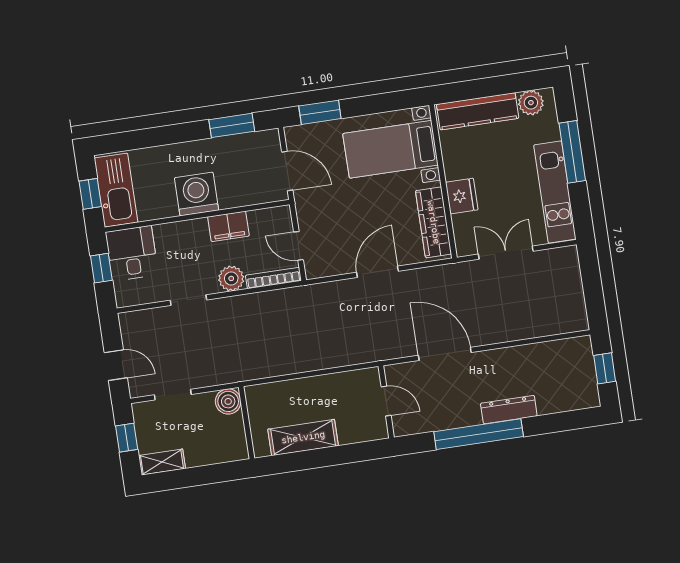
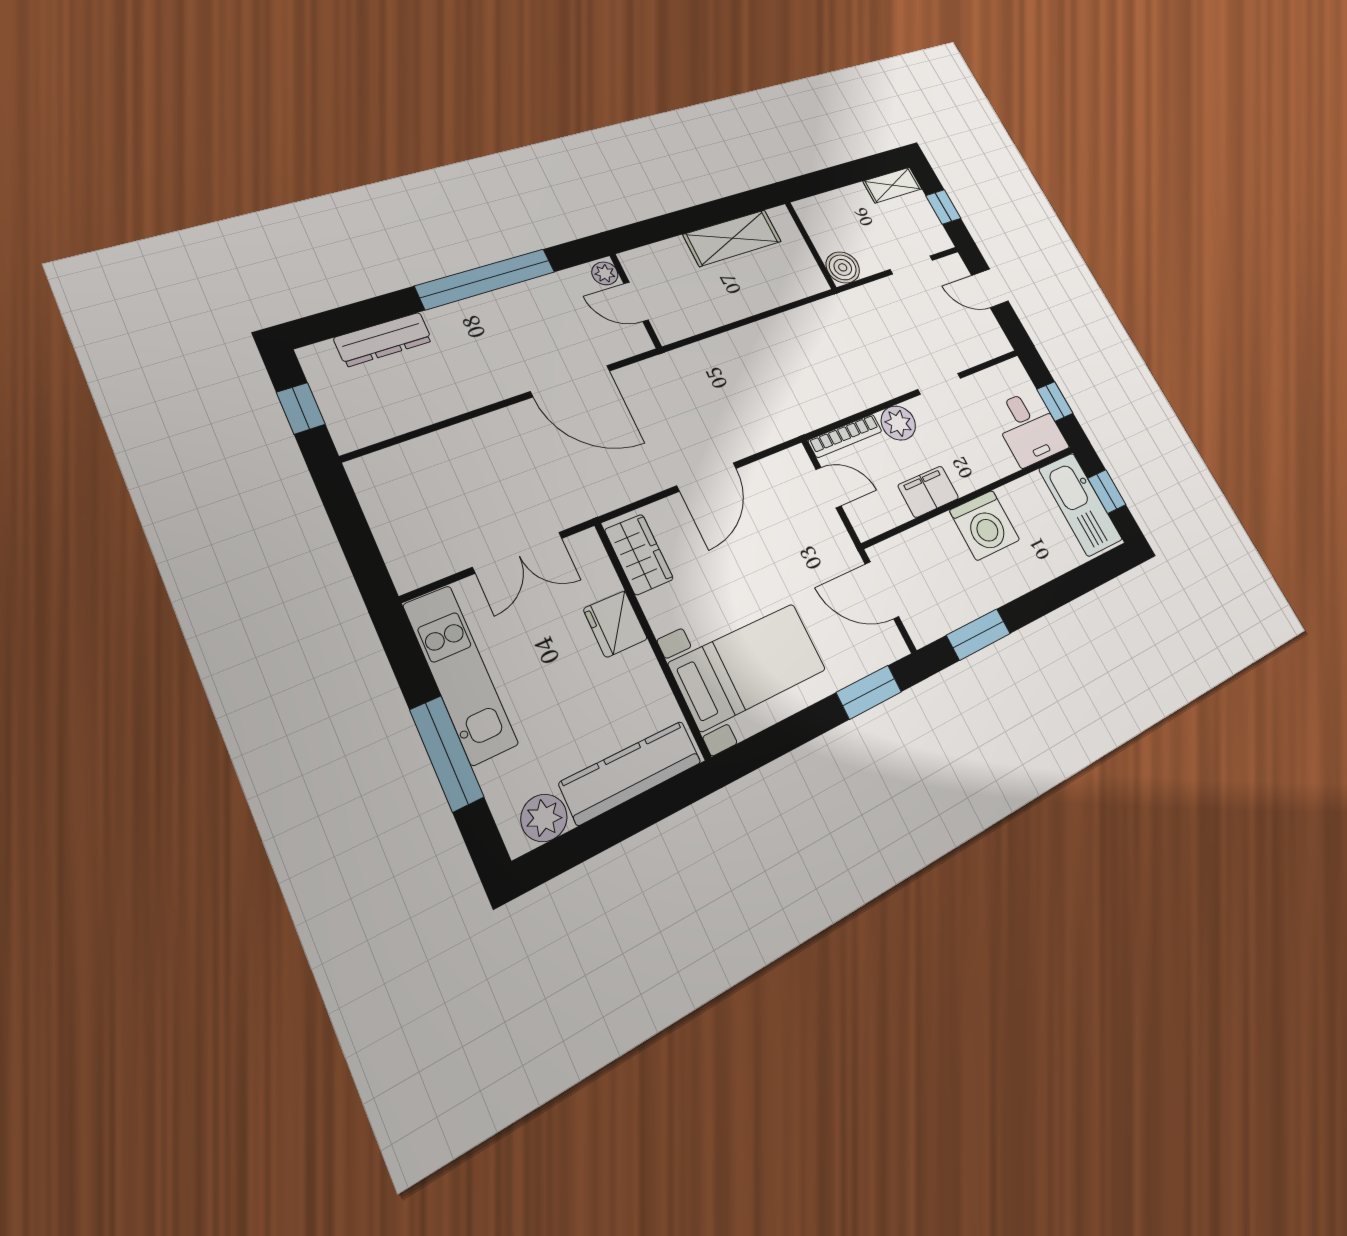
wardrobe: (434, 222) -> (639, 554), width x0.67
dresser: (509, 410) -> (383, 339), moved
plant: (401, 425) -> (605, 273), added

